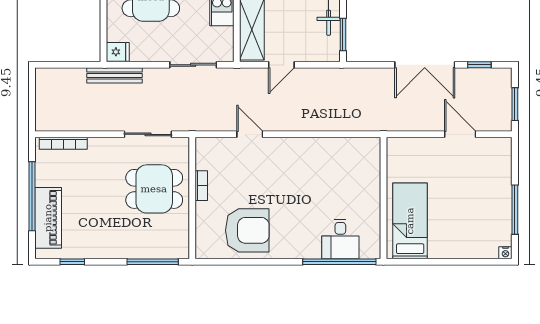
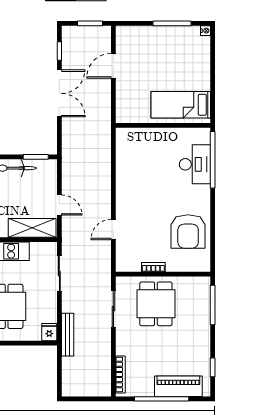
armchair: (247, 230) -> (188, 231), turned 180
desk: (340, 239) -> (195, 164), width x1.37

